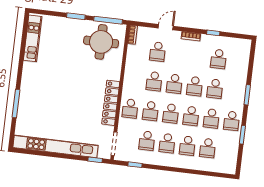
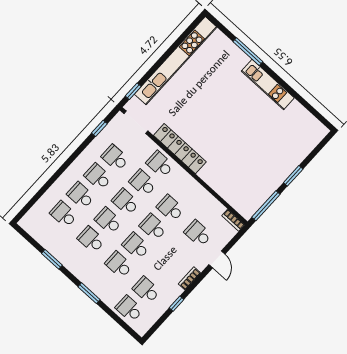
kitchen unit: (33, 38) -> (268, 85), moved
round table: (101, 42) -> (249, 183), removed
school desk: (232, 121) -> (129, 309), moved

